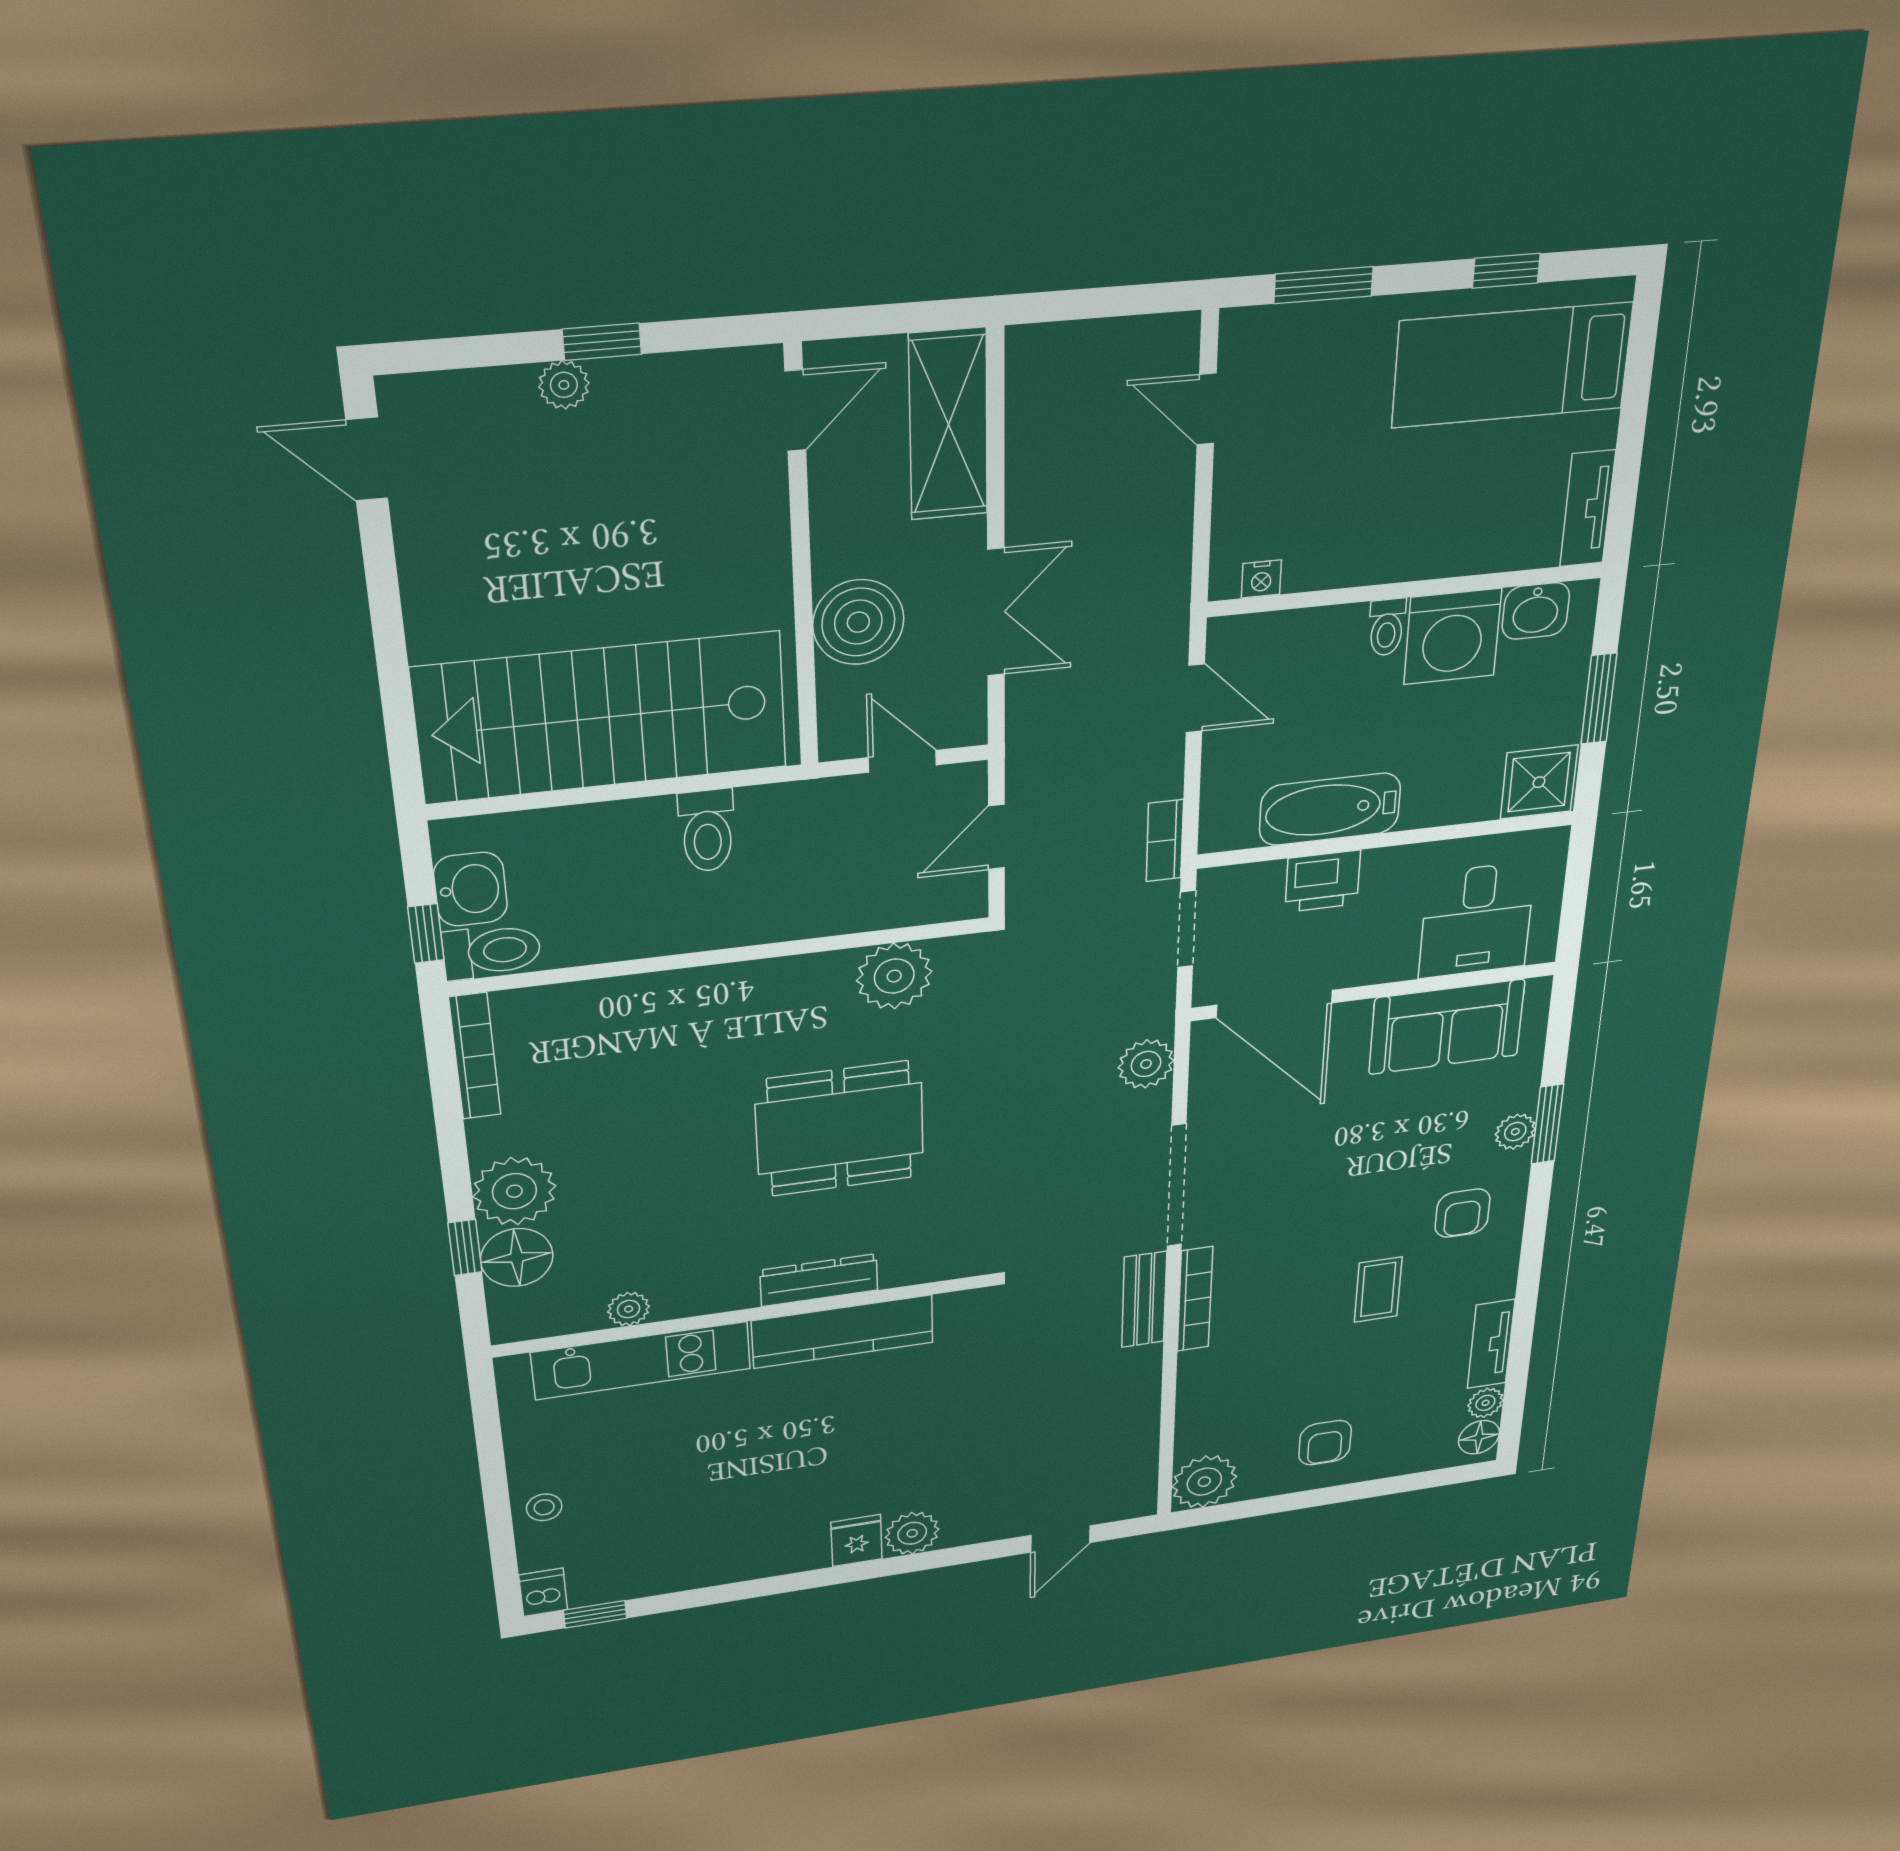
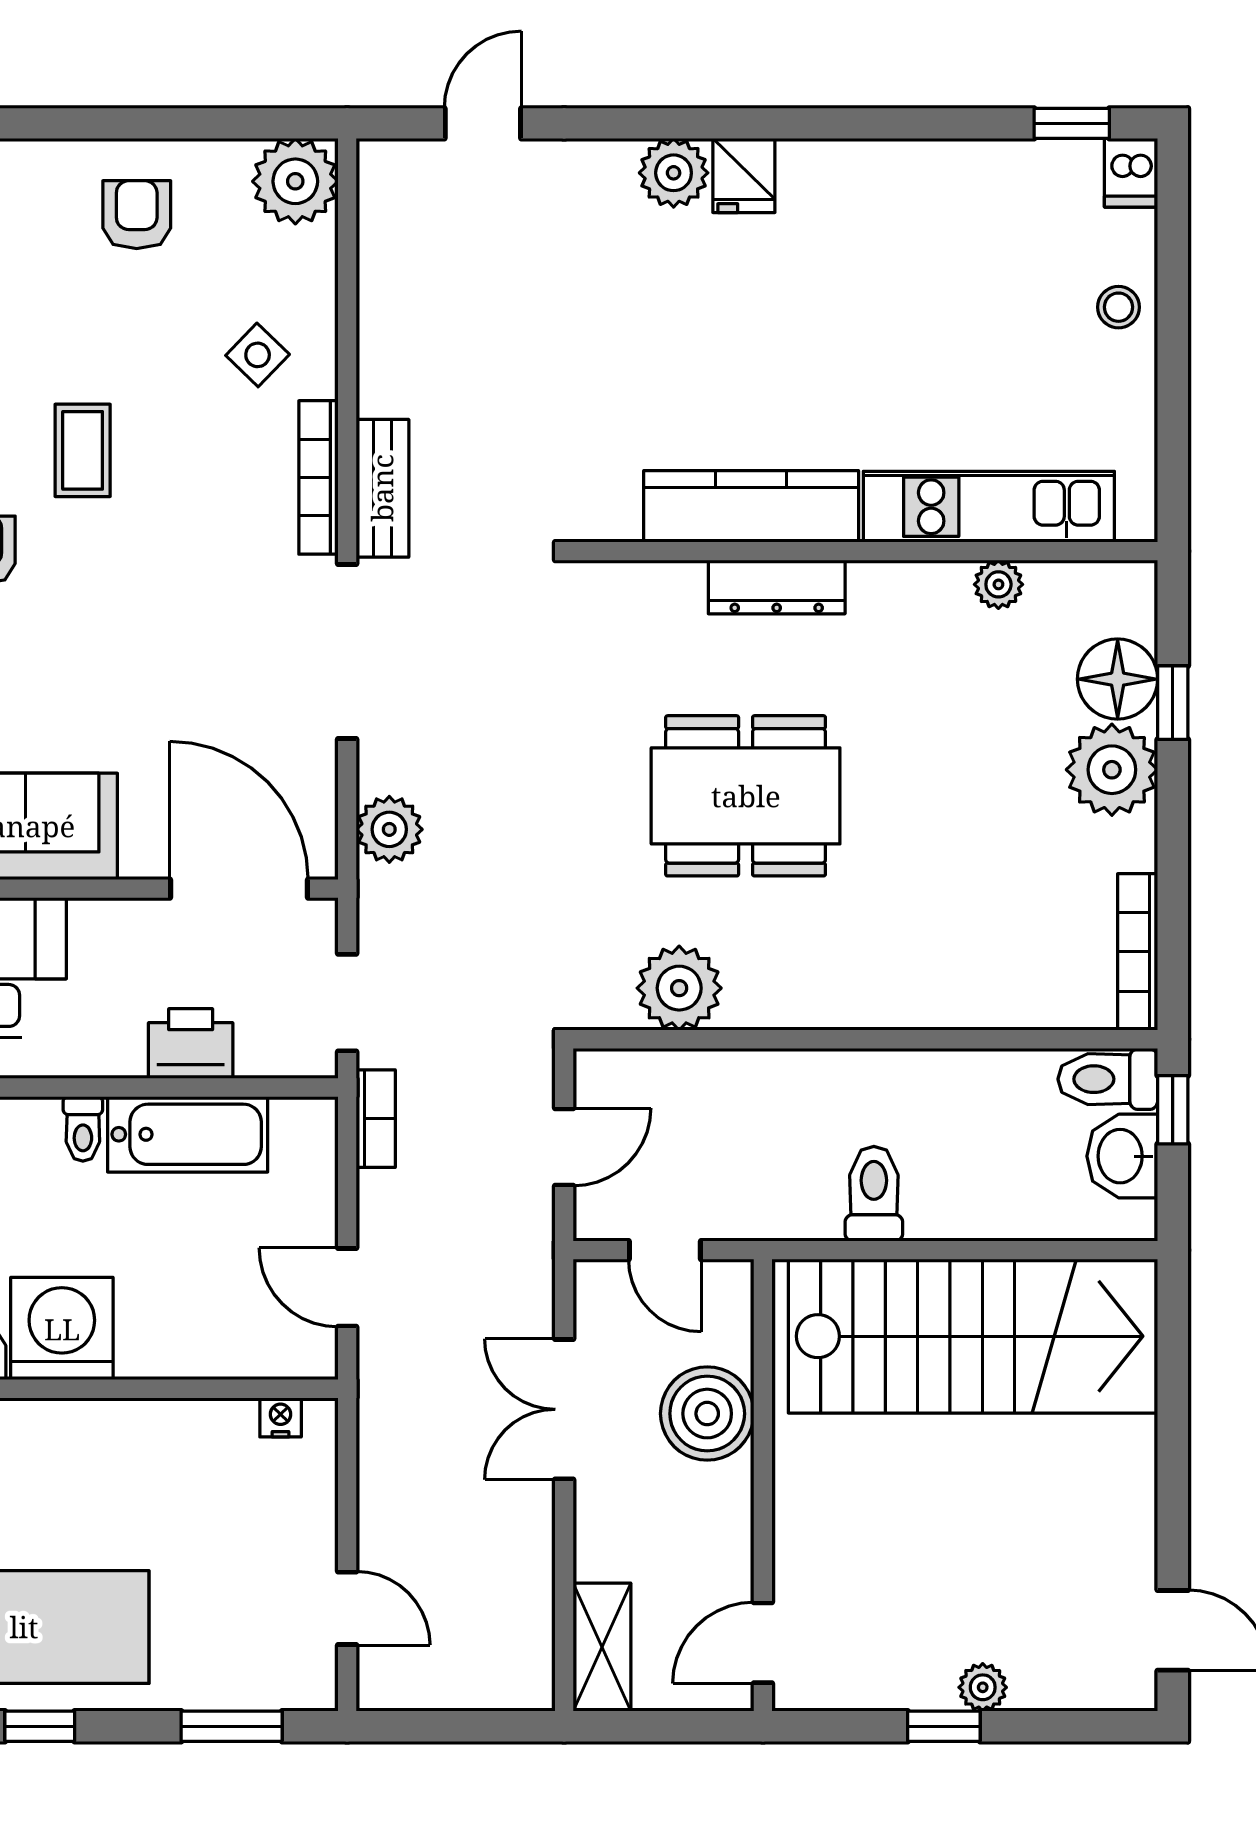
shelving: (948, 425) -> (602, 1647), width x0.67, depth x0.75
toilet: (1387, 627) -> (83, 1129), moved, turned 180
side table: (1239, 1371) -> (258, 355), added

